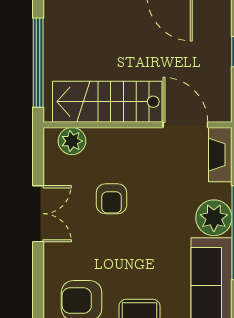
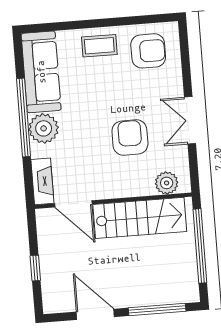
armchair: (112, 199) -> (130, 138), width x1.38, depth x1.38

